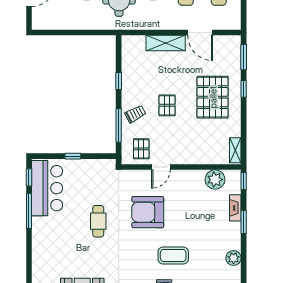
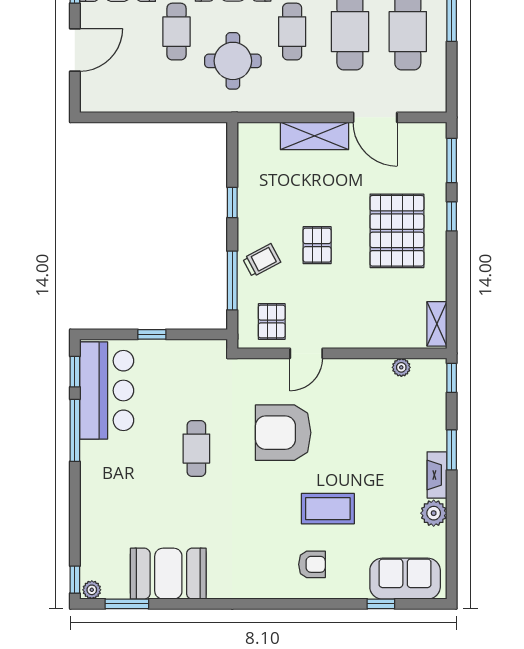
plant: (215, 180) -> (401, 367), width x0.53, depth x0.53
fireplace: (235, 208) -> (437, 475), moved

